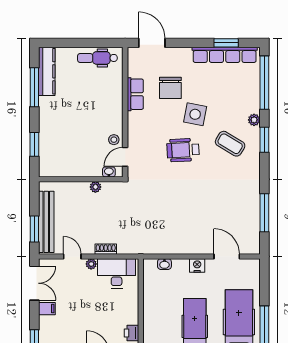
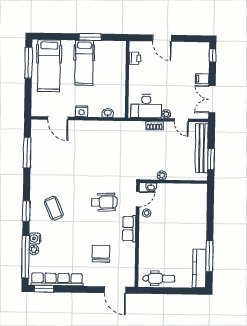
window: (226, 43) -> (44, 289), moved
row of seats: (135, 94) -> (129, 229), moved
water cooler: (253, 106) -> (35, 238), added
side table: (195, 114) -> (81, 232), removed
plant: (254, 120) -> (34, 250), moved
window: (34, 144) -> (210, 210), removed
coffee table: (230, 144) -> (54, 208), turned 36
wheelchair: (183, 150) -> (104, 202), moved
window: (34, 229) -> (211, 159), moved

